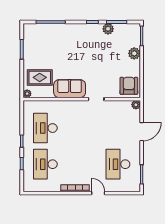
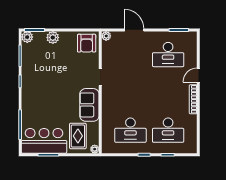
plant: (108, 29) -> (27, 37), moved
bar counter: (35, 45) -> (44, 141), added
armchair: (129, 86) -> (87, 43), turned -90

